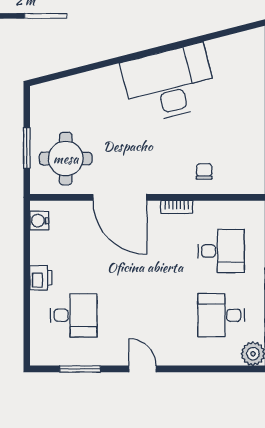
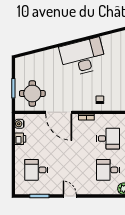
printer: (41, 278) -> (20, 139), moved
desk: (74, 315) -> (36, 170), turned 180

